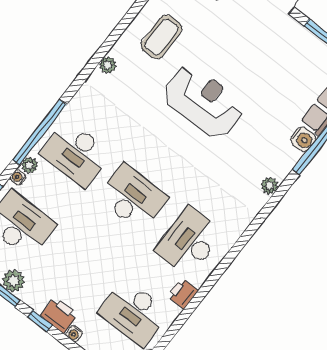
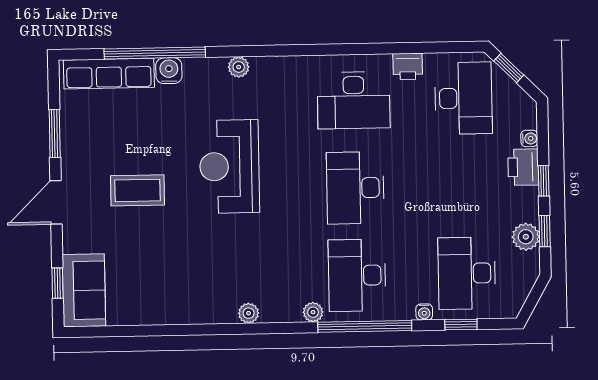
coffee table: (161, 37) -> (137, 190), moved
reception desk: (203, 102) -> (229, 166), moved
desk: (76, 154) -> (357, 275), turned 180
plant: (29, 165) -> (313, 312), moved

